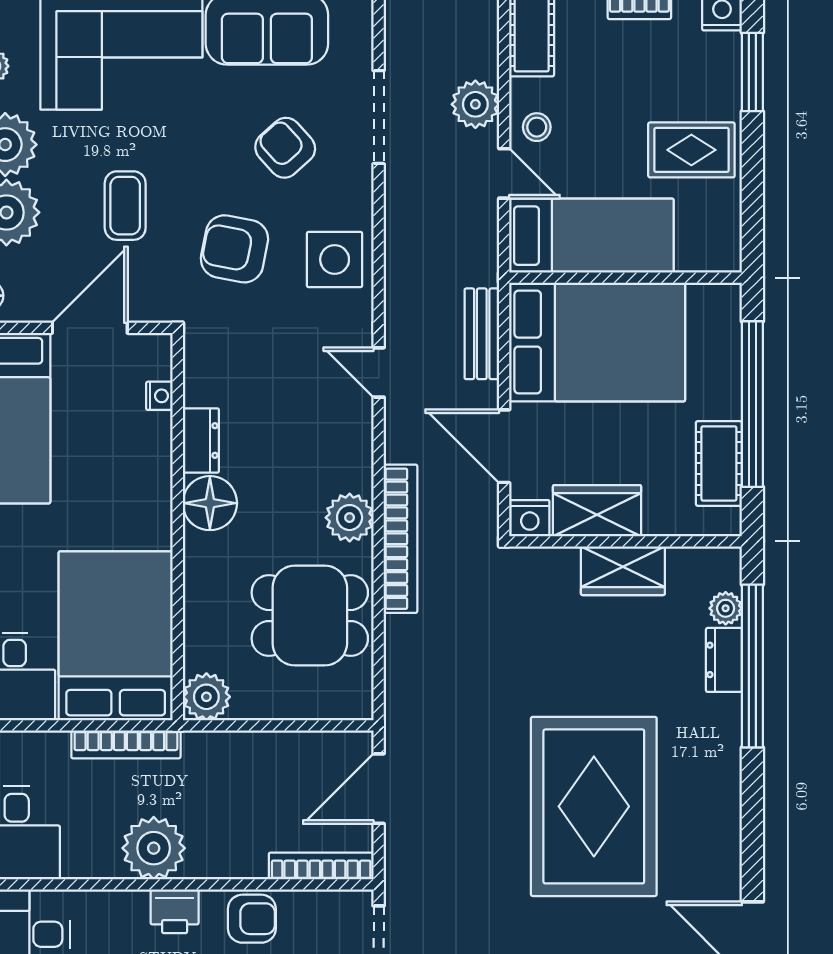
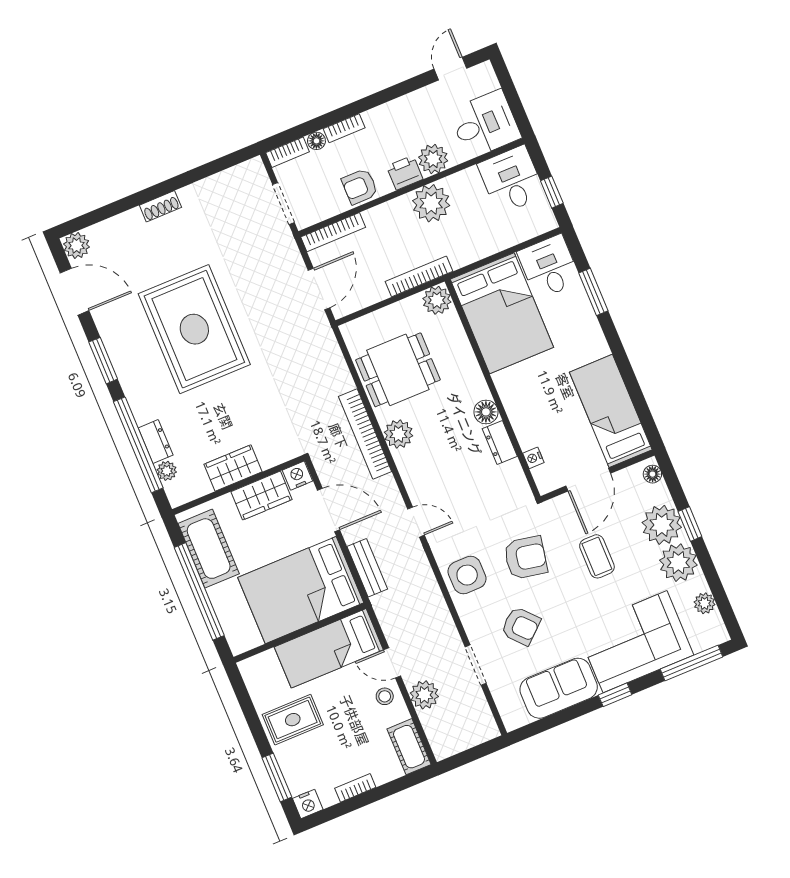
doorway: (379, 117) -> (476, 665), width x0.73
cot: (719, 463) -> (209, 549), width x1.37, depth x1.34
floor lamp: (210, 503) -> (486, 412), width x0.73, depth x0.73
bookcase: (126, 744) -> (419, 276), moved
window: (752, 816) -> (103, 361), added
plant: (123, 914) -> (433, 159), added

